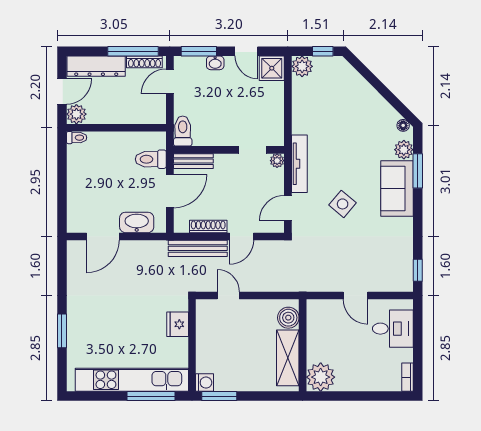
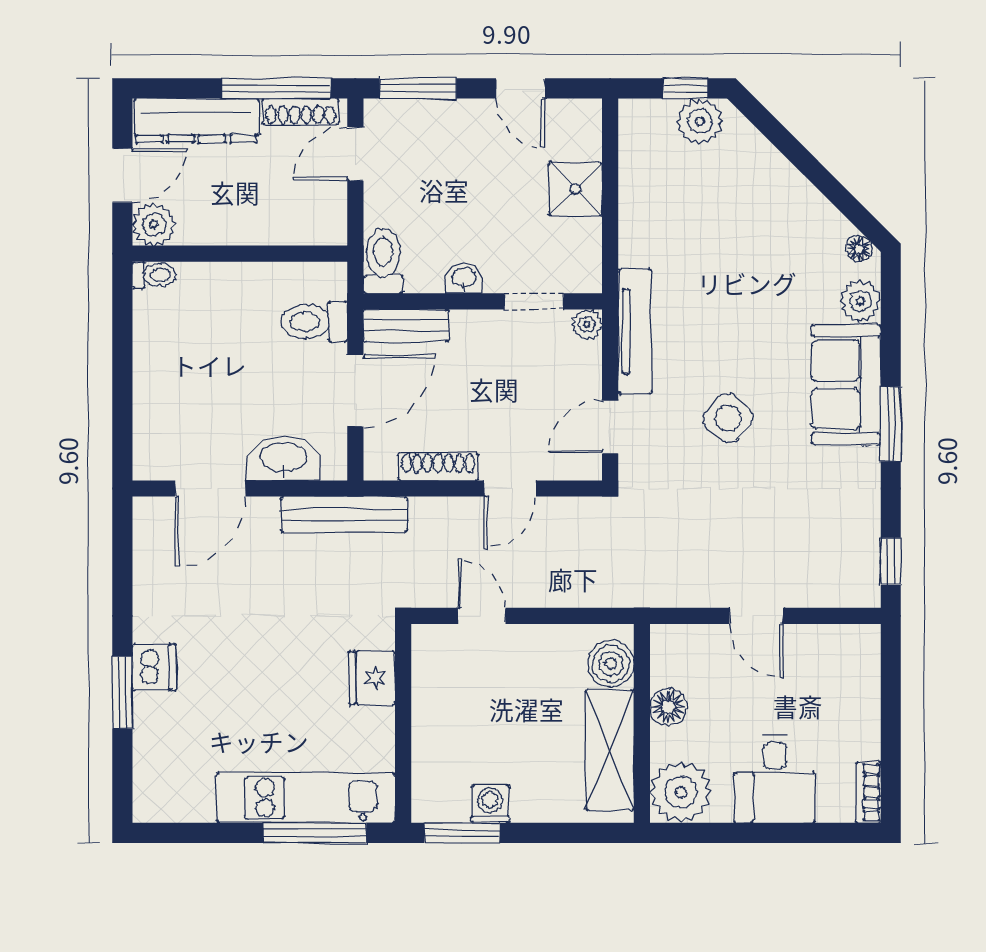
washbasin: (215, 63) -> (464, 278), moved, turned 180
plant: (302, 66) -> (700, 121), moved
shower: (272, 68) -> (575, 189), moved
window: (418, 171) -> (891, 424), moved
bench: (198, 248) -> (344, 514), moved
dishwasher: (77, 319) -> (154, 667), added
desk: (393, 329) -> (775, 779), moved, turned 90
floor lamp: (315, 338) -> (668, 707), added
kitchen unit: (132, 380) -> (306, 798), width x0.73
washing machine: (205, 383) -> (490, 804), moved, turned -90

